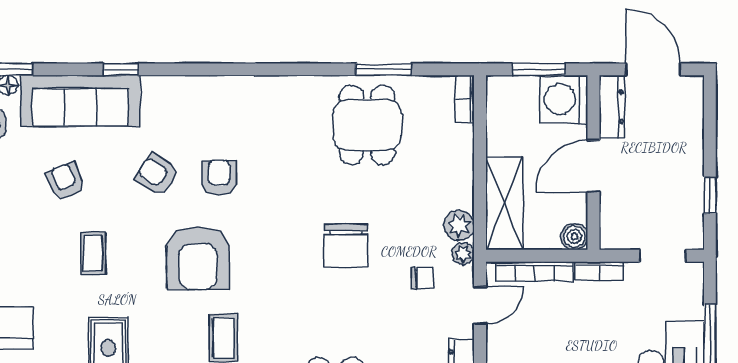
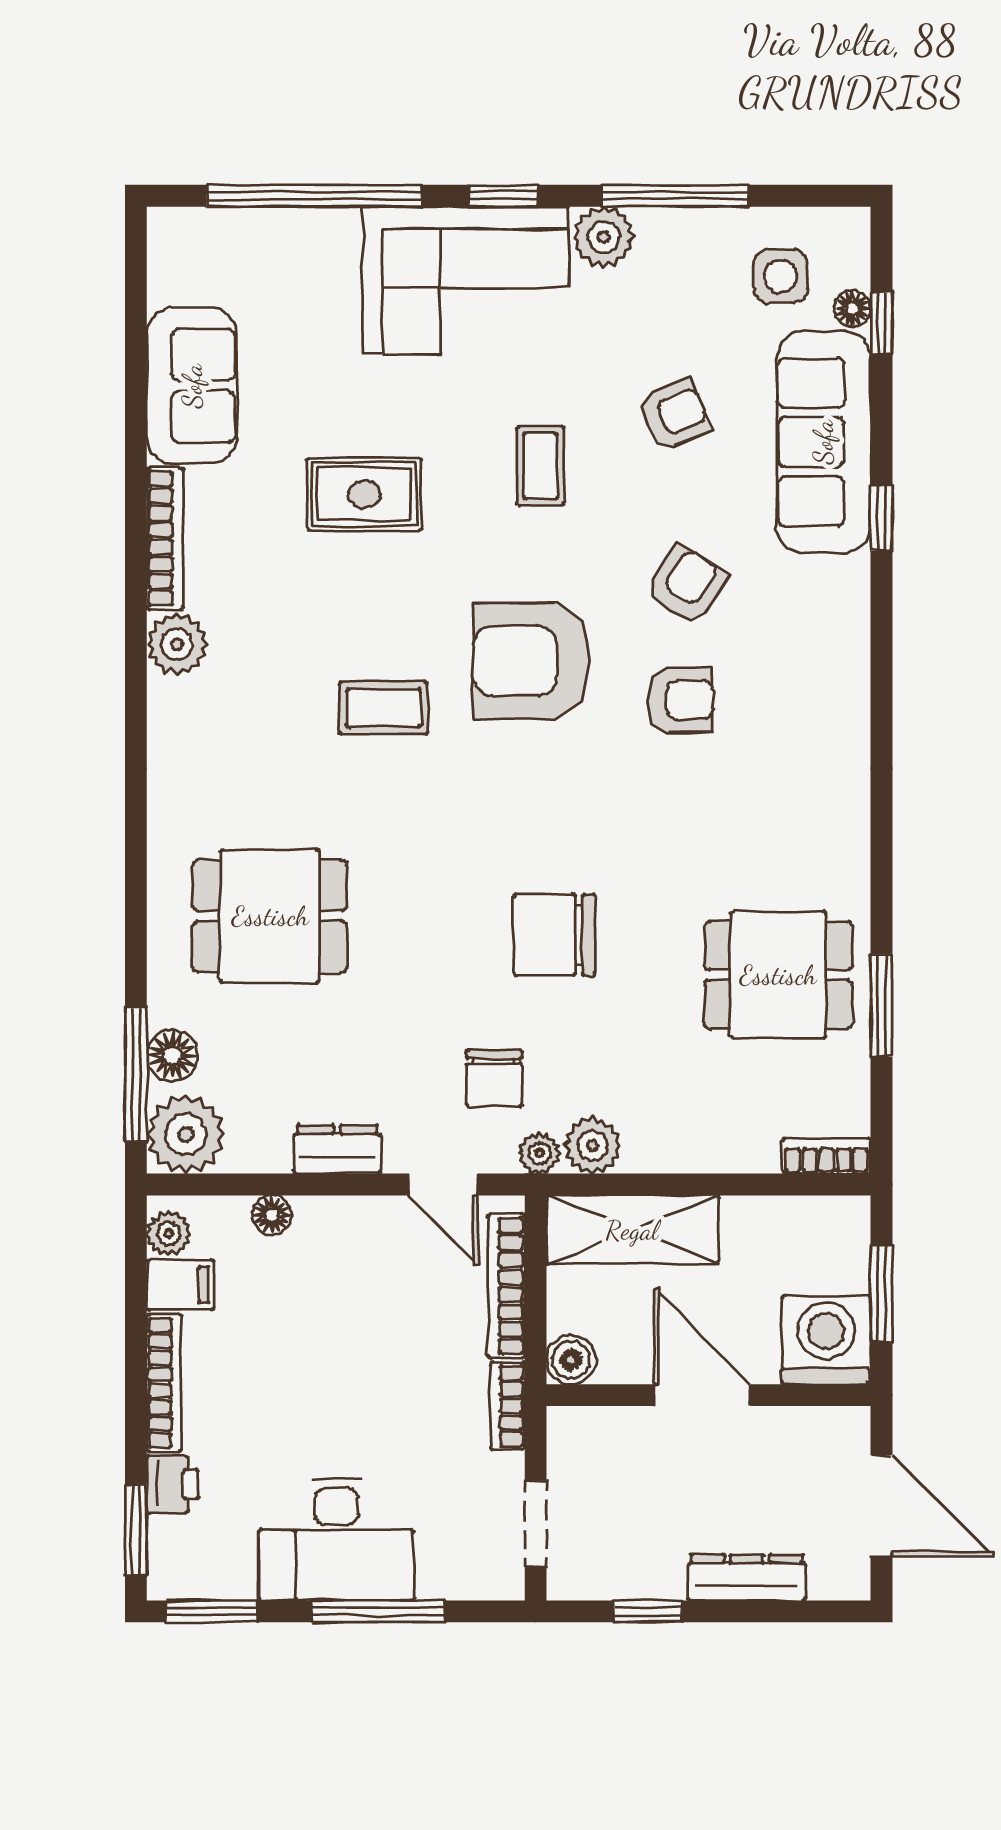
door: (653, 69) -> (881, 1506), hinge flipped
dresser: (612, 107) -> (747, 1578), moved, turned 180
coffee table: (93, 253) -> (540, 466), turned 90
chair: (423, 278) -> (494, 1078), width x1.37, depth x1.37

